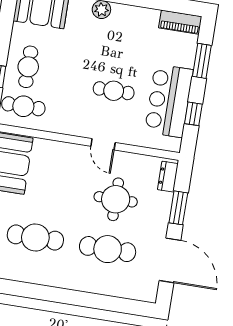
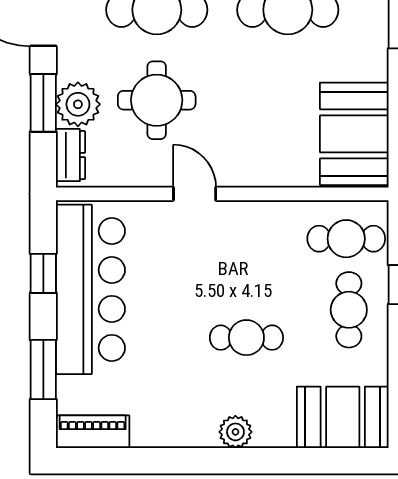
cafe table: (114, 91) -> (246, 338), moved
bar counter: (169, 101) -> (90, 289), width x1.36
plant: (159, 204) -> (78, 104), added

